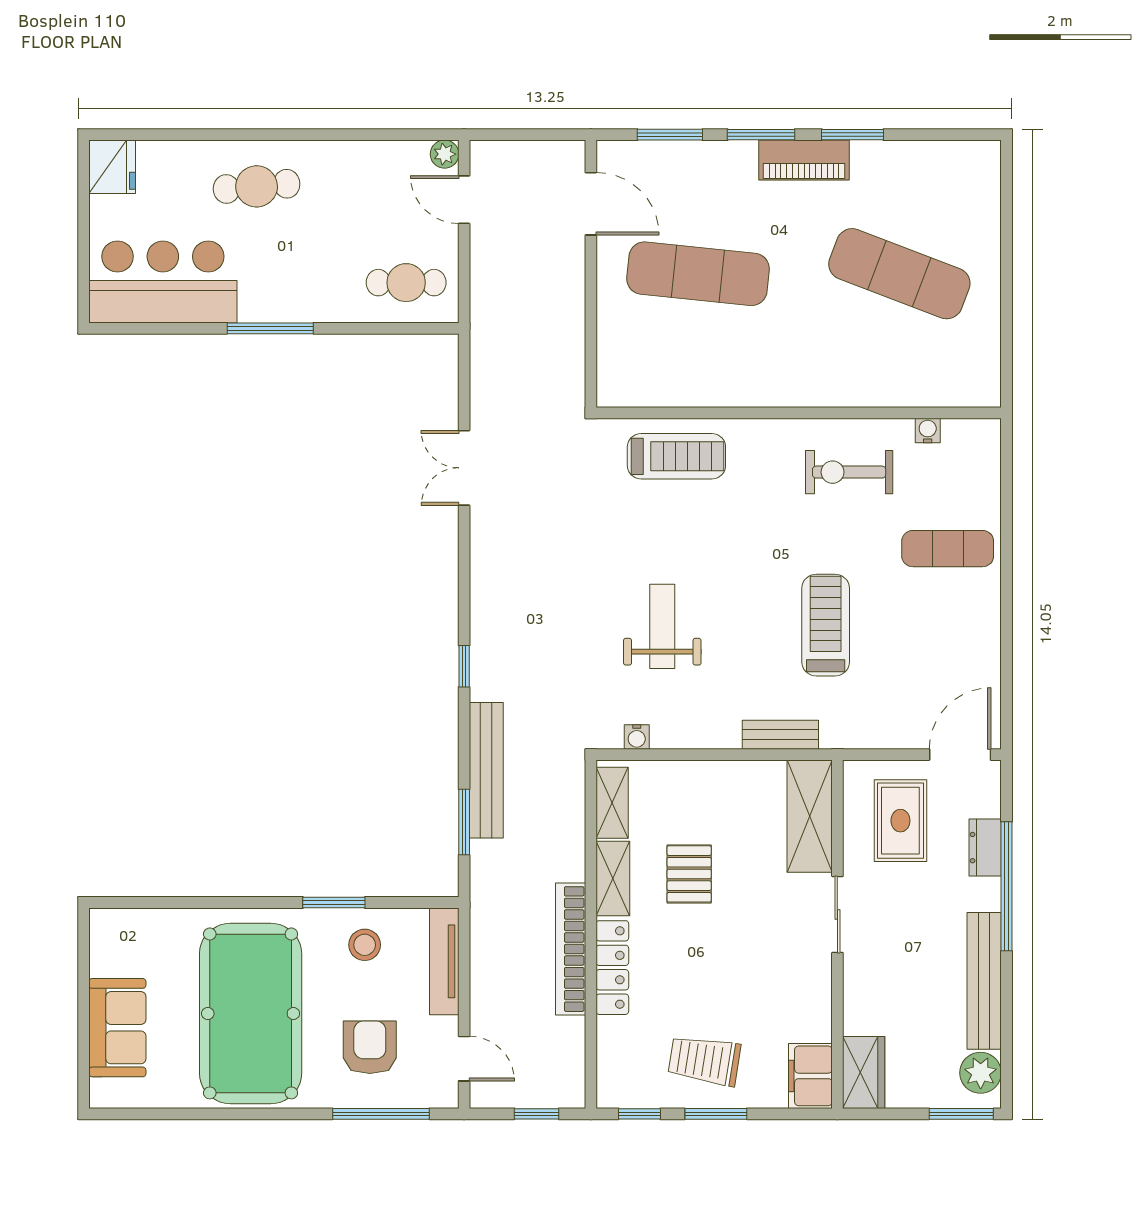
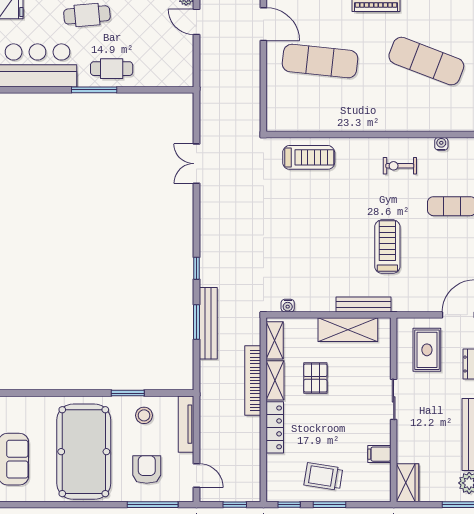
cafe table: (406, 283) -> (112, 69), moved
exercise bike: (849, 472) -> (400, 166), width x0.73, depth x0.72
weight bench: (662, 626) -> (301, 247), removed
bench: (780, 735) -> (364, 304), width x1.36
shelving: (810, 816) -> (348, 330), moved, turned 90
window: (464, 822) -> (196, 322), moved
bookcase: (571, 949) -> (253, 381), moved
filing cabinet: (810, 1076) -> (379, 454), moved, width x0.50

